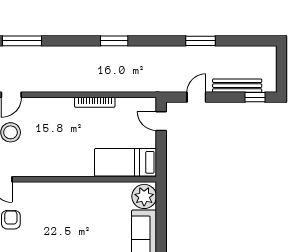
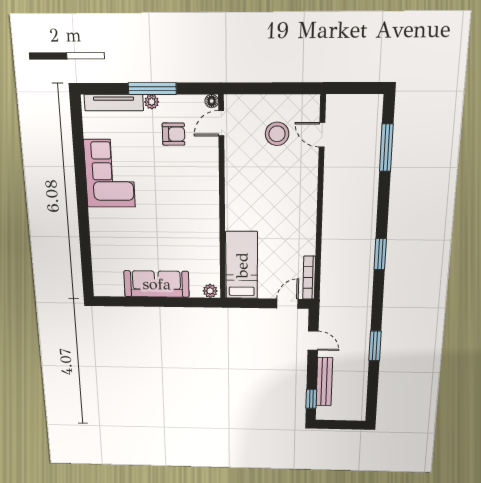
bookcase: (95, 102) -> (309, 278), moved
plant: (144, 196) -> (210, 291), width x0.53, depth x0.53

